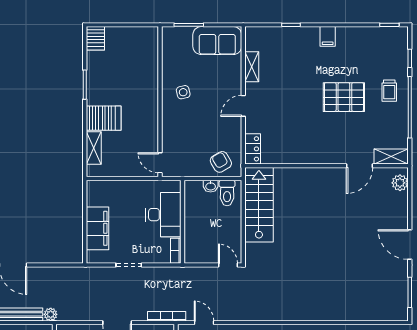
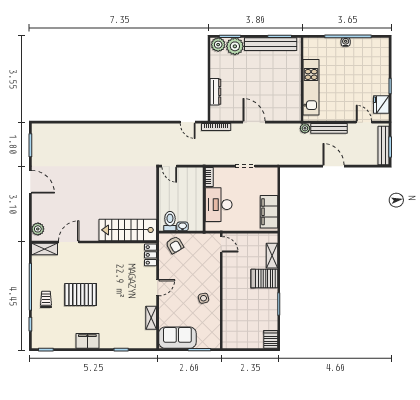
filing cabinet: (328, 36) -> (87, 341), width x2.00
stairs: (259, 205) -> (128, 230), moved, turned 90
filing cabinet: (98, 228) -> (269, 212), moved

